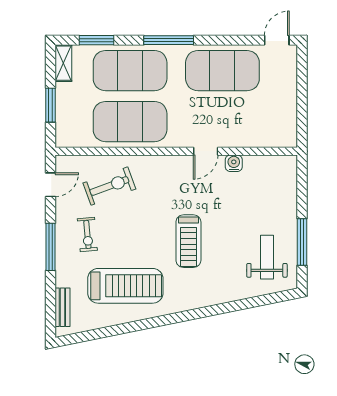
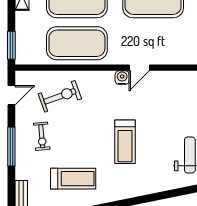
window: (50, 105) -> (11, 45), moved
water cooler: (234, 163) -> (122, 78), moved
treadmill: (125, 286) -> (73, 179), width x0.73, depth x0.73

